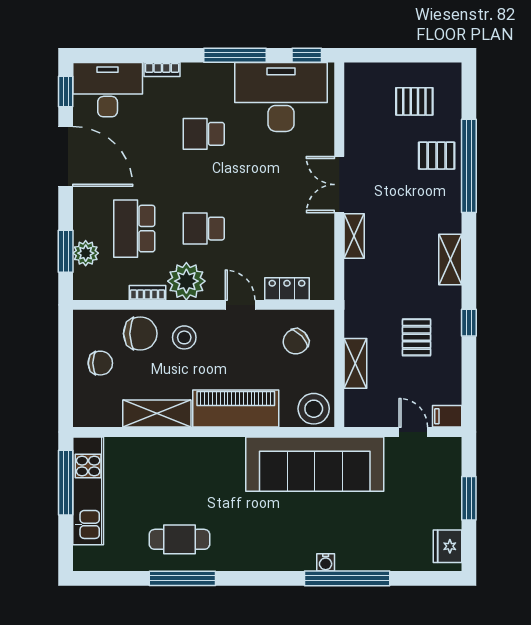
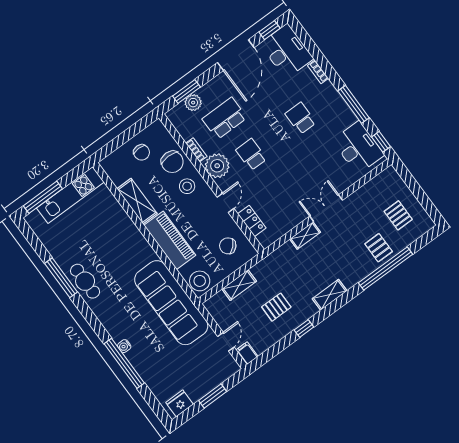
desk: (281, 97) -> (358, 148), width x0.73, depth x0.77
window: (66, 483) -> (43, 197), moved
cafe table: (179, 539) -> (85, 281), moved

